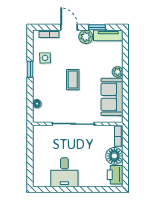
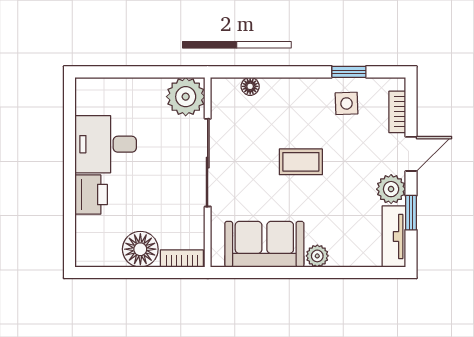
window: (30, 69) -> (349, 72), moved
plant: (42, 134) -> (186, 97), added
printer: (115, 175) -> (91, 195), moved, turned 90

